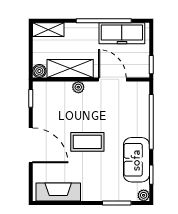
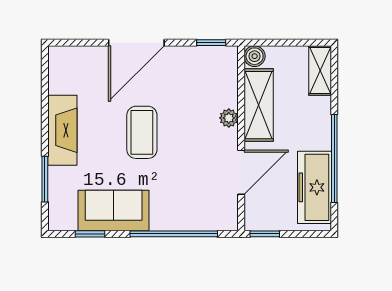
fireplace: (58, 192) -> (62, 130), moved
plant: (144, 195) -> (57, 222), removed

